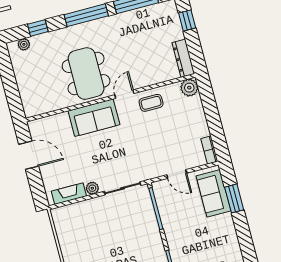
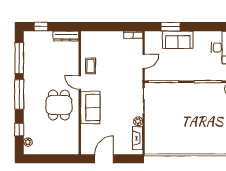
dining table: (86, 74) -> (59, 105), width x0.73
plant: (189, 88) -> (87, 37), removed
sofa: (213, 193) -> (178, 40), moved

